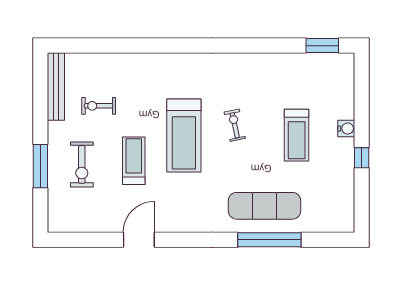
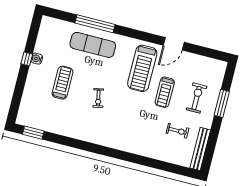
water cooler: (346, 129) -> (37, 59), moved
treadmill: (184, 136) -> (142, 68), moved, turned 180

